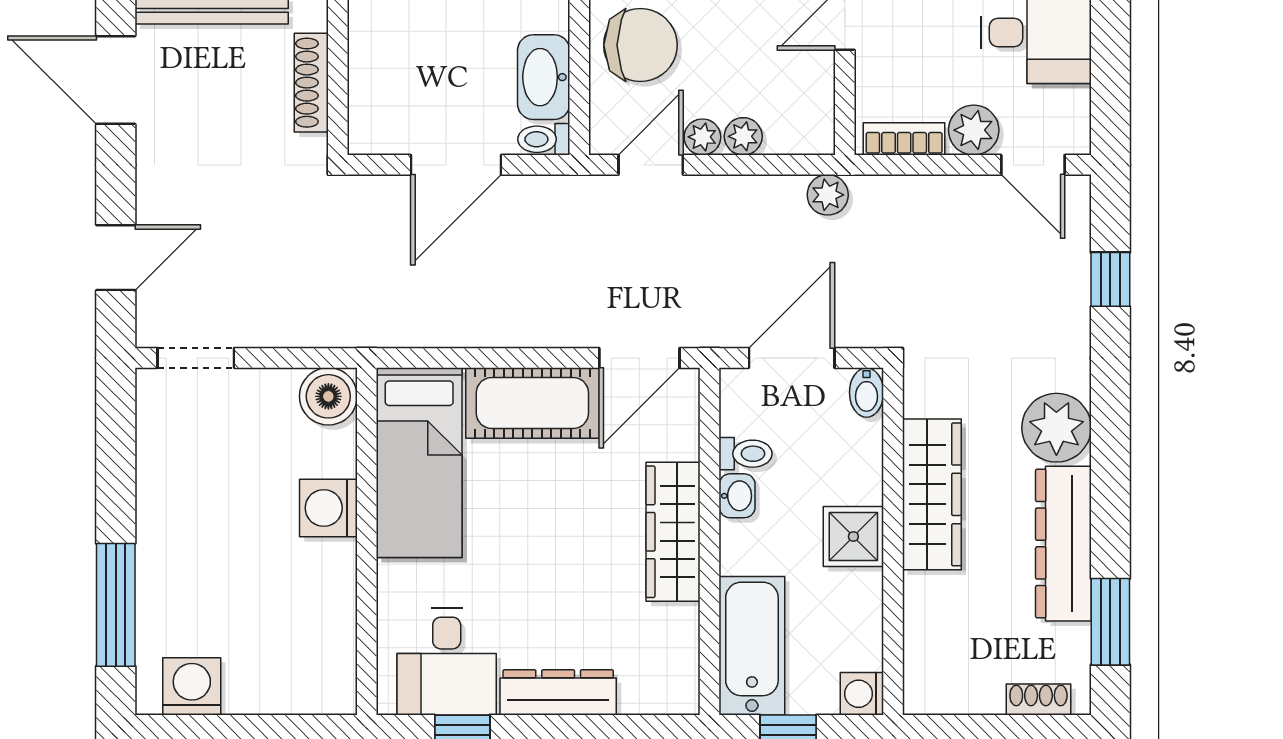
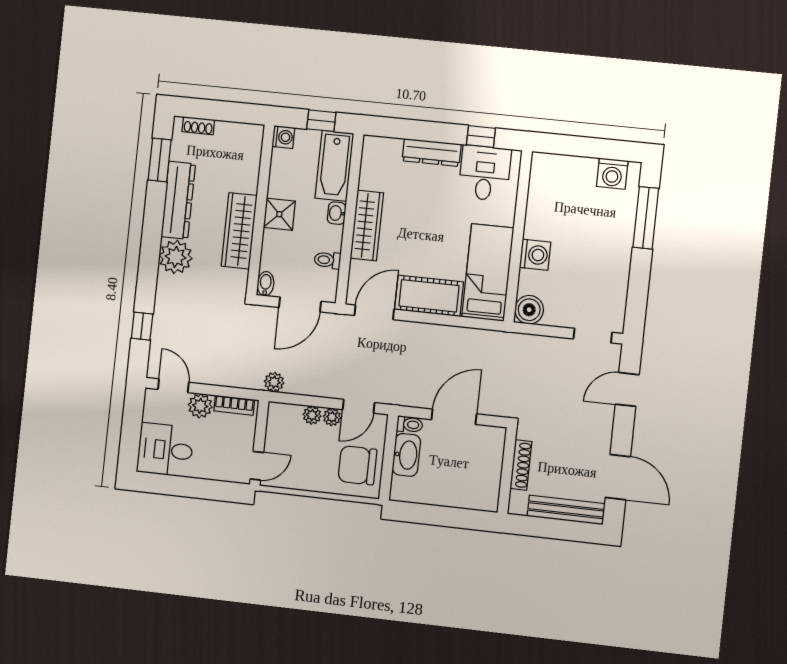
washbasin: (737, 496) -> (337, 213), moved

